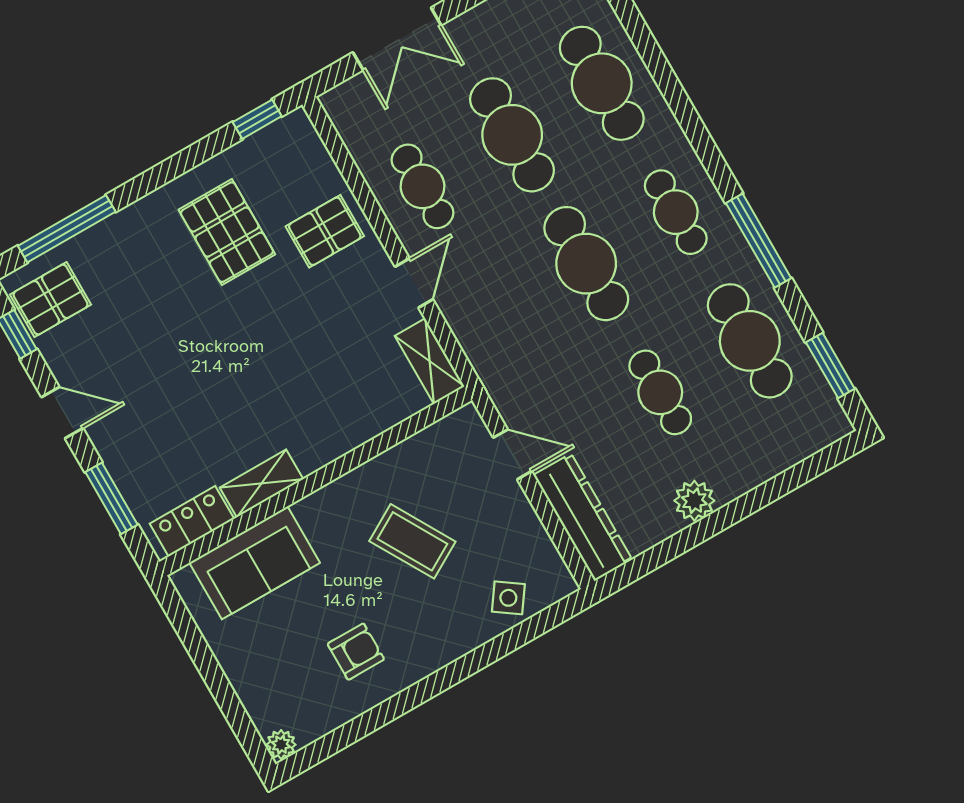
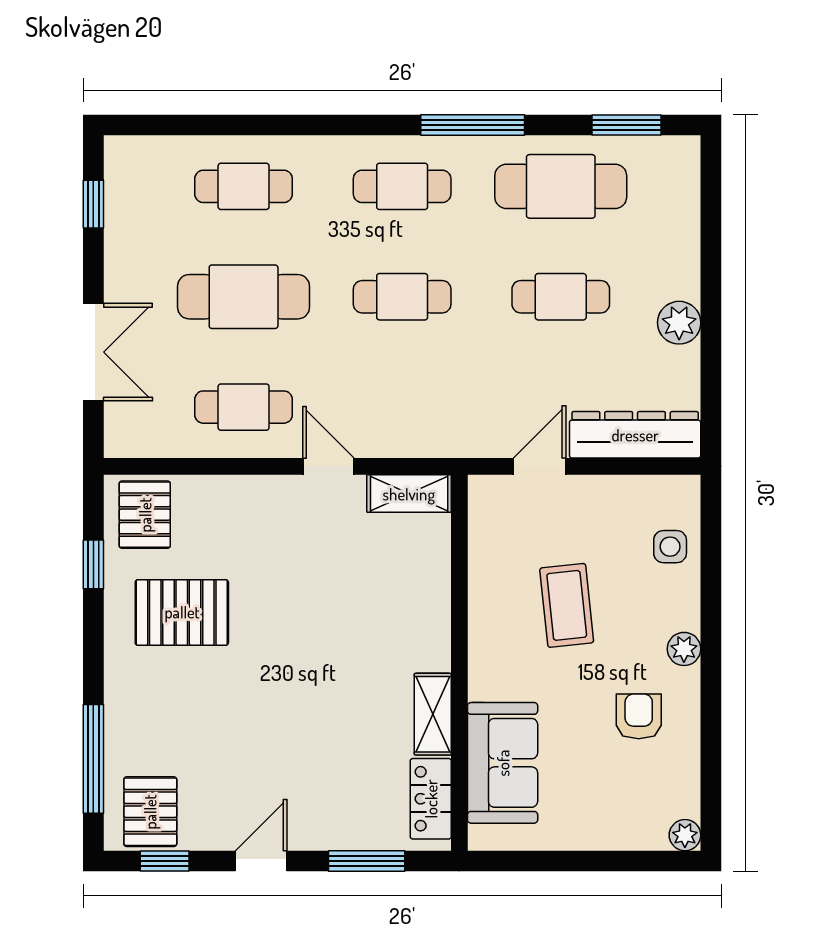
cafe table: (602, 83) -> (244, 186), width x0.73, depth x0.74
window: (257, 119) -> (93, 564), moved
pallet: (325, 231) -> (145, 515), moved
cafe table: (586, 264) -> (402, 297), width x0.73, depth x0.74
coffee table: (412, 541) -> (567, 605), turned -66
side table: (508, 598) -> (670, 547), turned -35
plant: (432, 657) -> (684, 649), added

